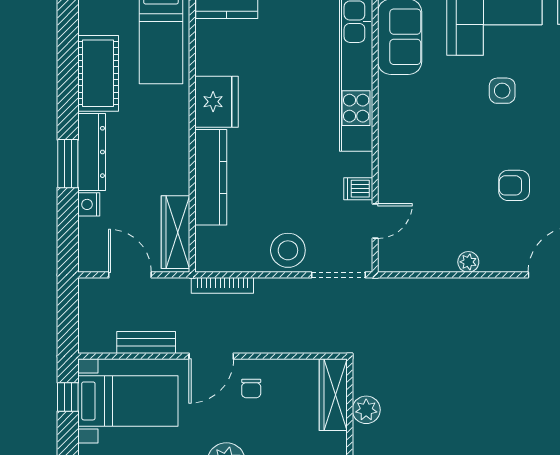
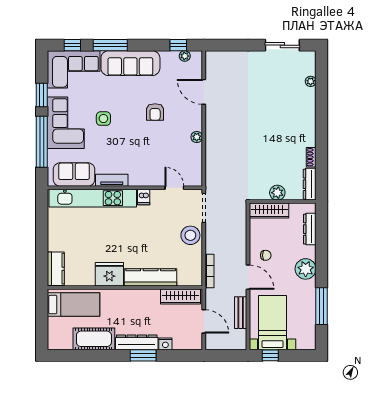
tv unit: (389, 106) -> (112, 180), added
dishwasher: (358, 189) -> (144, 197), moved
door: (130, 275) -> (204, 321), swing flipped

